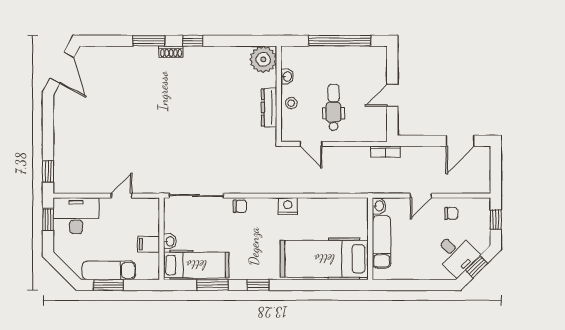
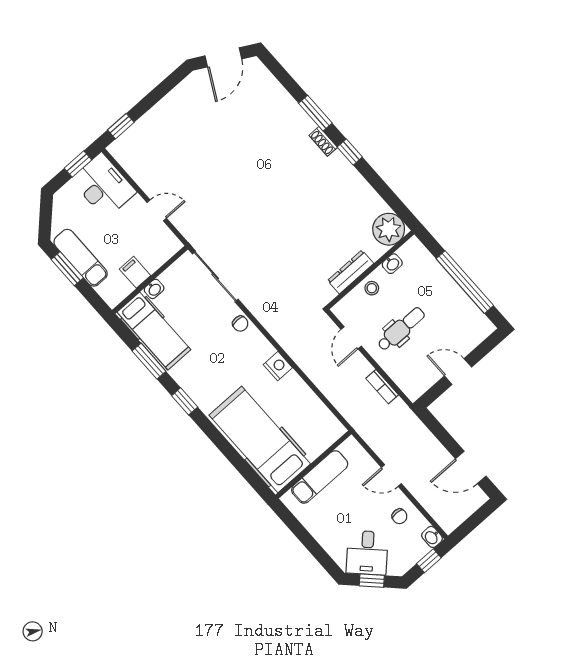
bookcase: (386, 152) -> (382, 387), moved
washbasin: (379, 206) -> (432, 537), moved, turned 90

